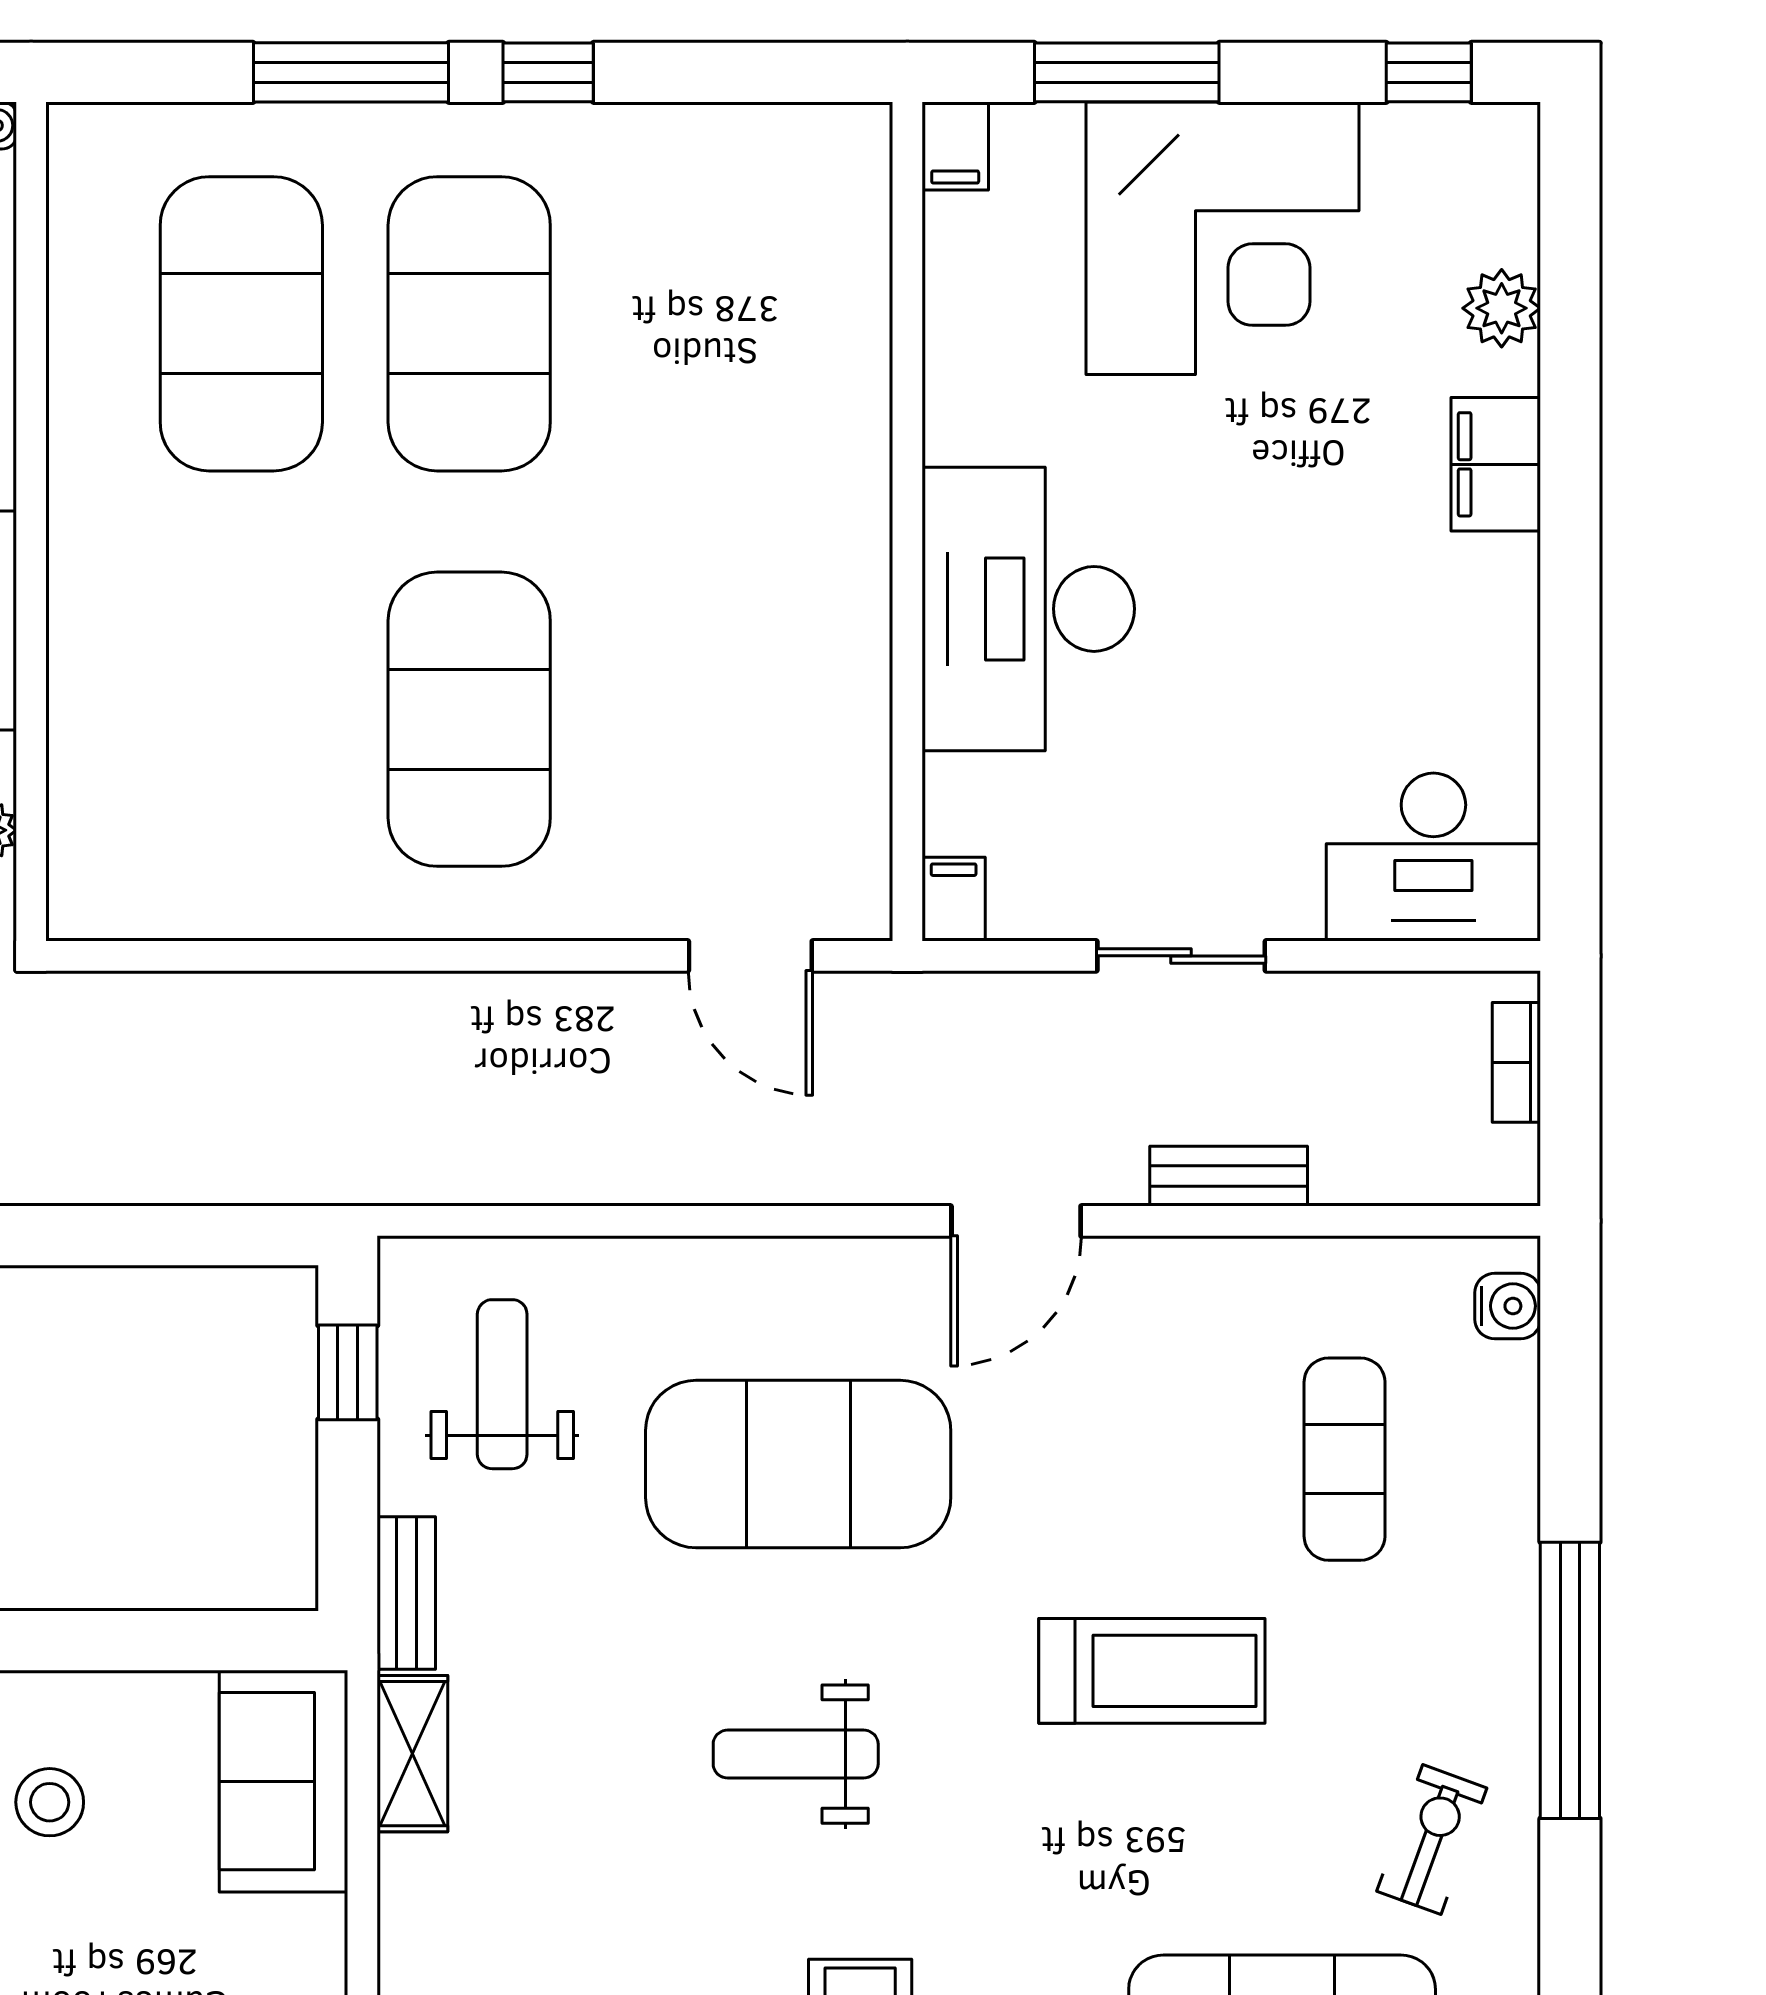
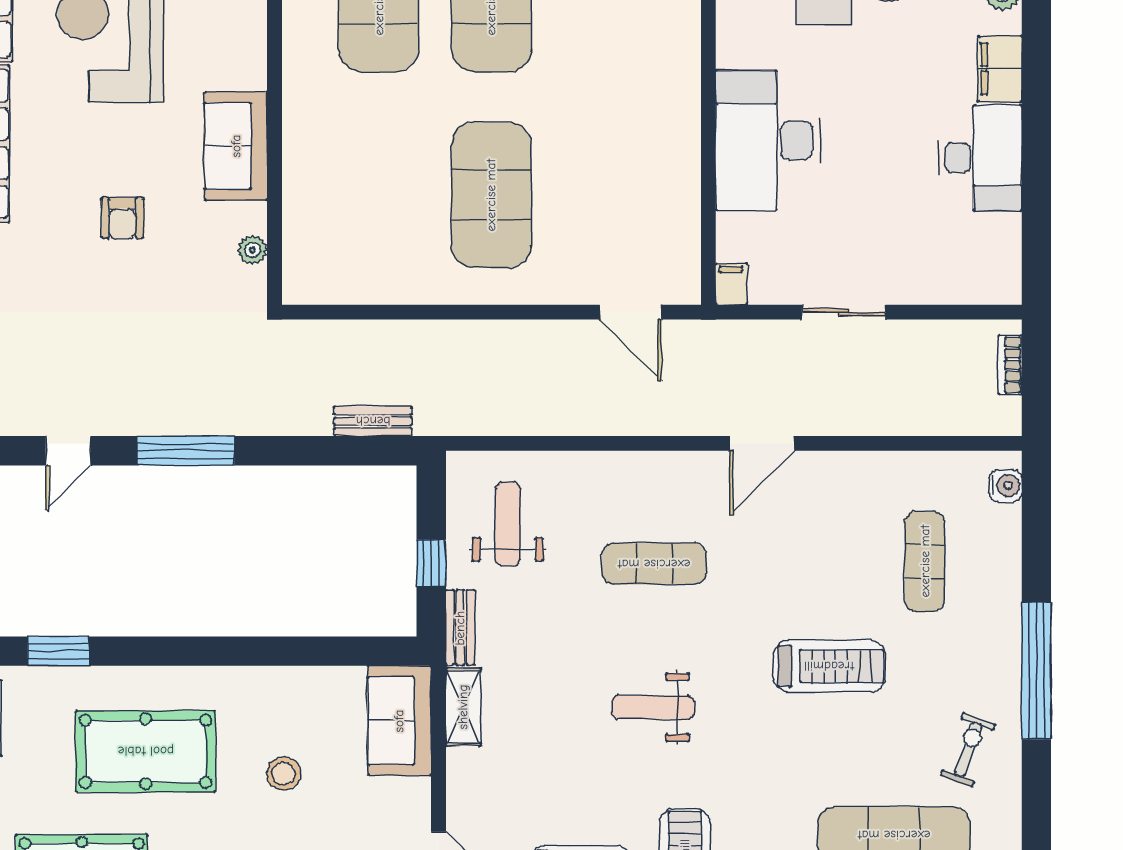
desk: (1433, 857) -> (980, 158), moved, turned -90
bench: (1229, 1176) -> (373, 421), moved
window: (348, 1372) -> (431, 563), moved
exercise mat: (798, 1464) -> (654, 564), width x0.50, depth x0.69
stool: (50, 1802) -> (284, 774), moved

